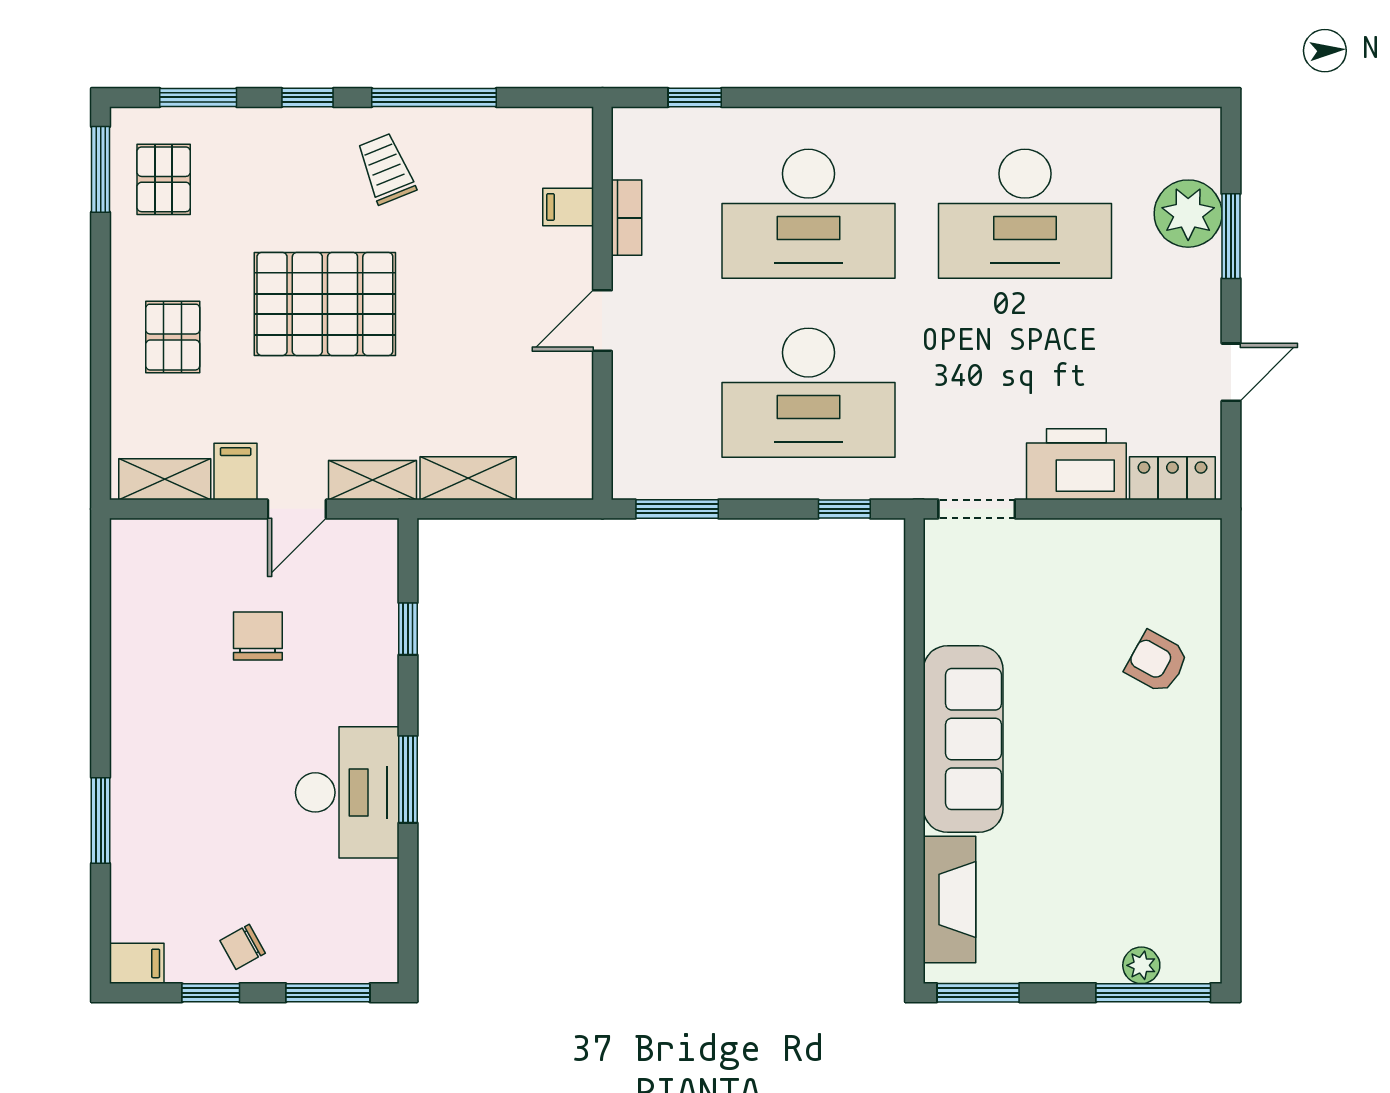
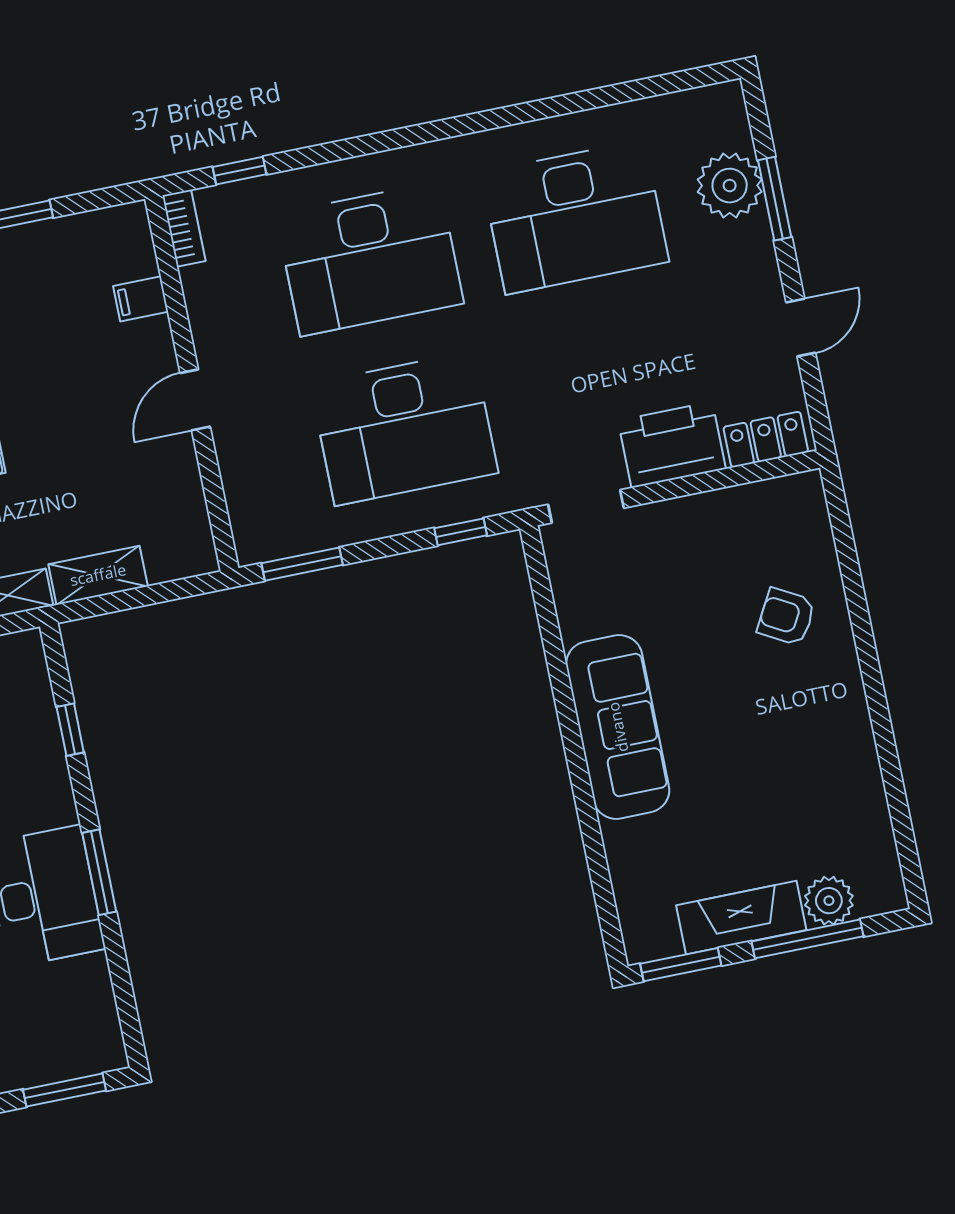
bookcase: (627, 218) -> (184, 228), moved
fireplace: (950, 899) -> (741, 918), moved, turned -90
plant: (1141, 965) -> (829, 901), width x1.38, depth x1.38
window: (1153, 993) -> (808, 939), moved

